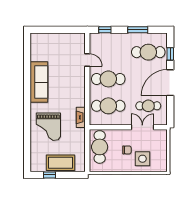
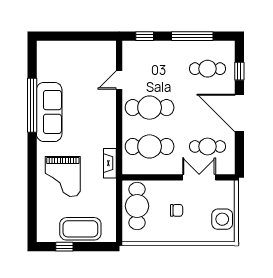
window: (138, 30) -> (192, 36), width x1.44
cafe table: (148, 52) -> (208, 69), width x0.73, depth x0.74
door: (87, 60) -> (119, 80), swing flipped
window: (27, 77) -> (32, 105), added
door: (170, 83) -> (239, 113), hinge flipped
side table: (142, 159) -> (222, 219), moved

